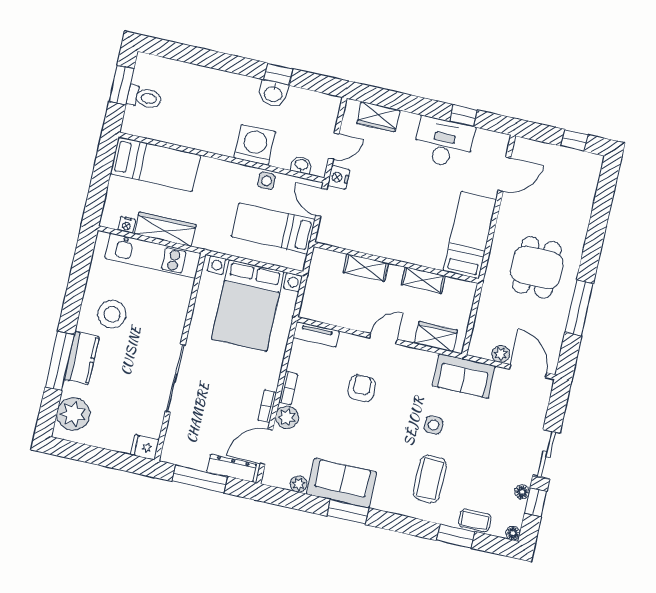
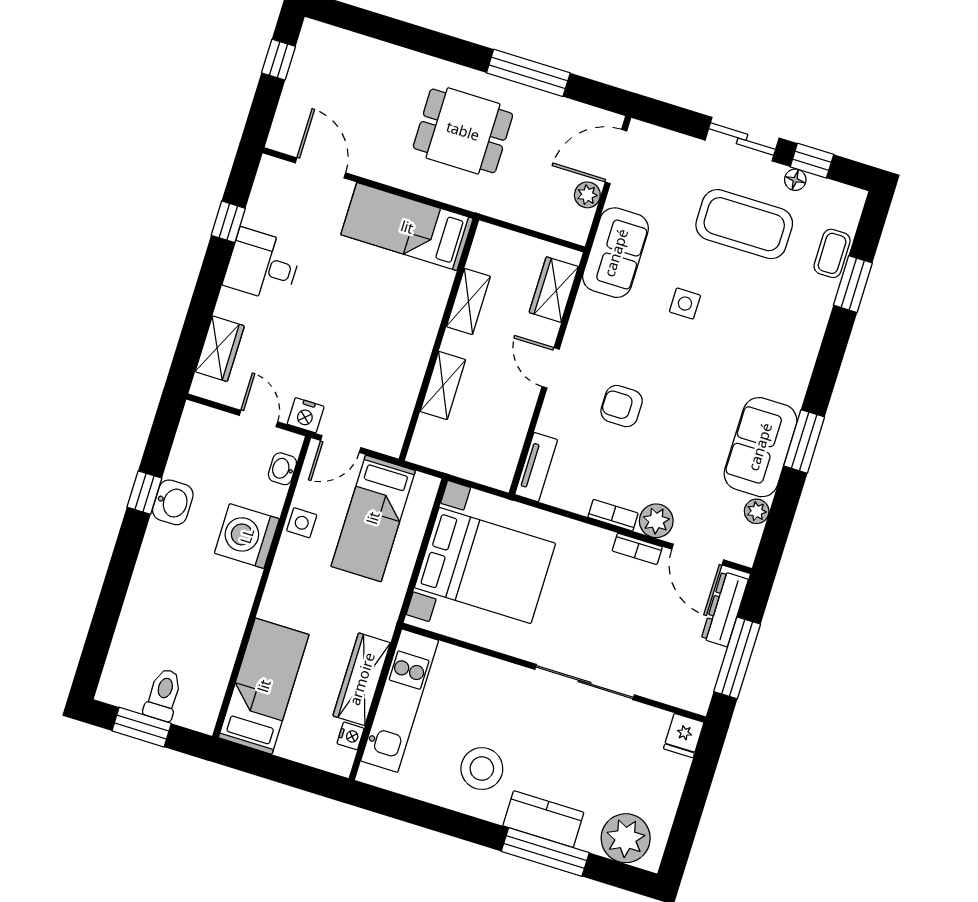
desk: (444, 142) -> (262, 265), width x0.73
coffee table: (430, 479) -> (744, 224), moved, width x1.36, depth x1.32
floor lamp: (513, 533) -> (855, 198), removed

